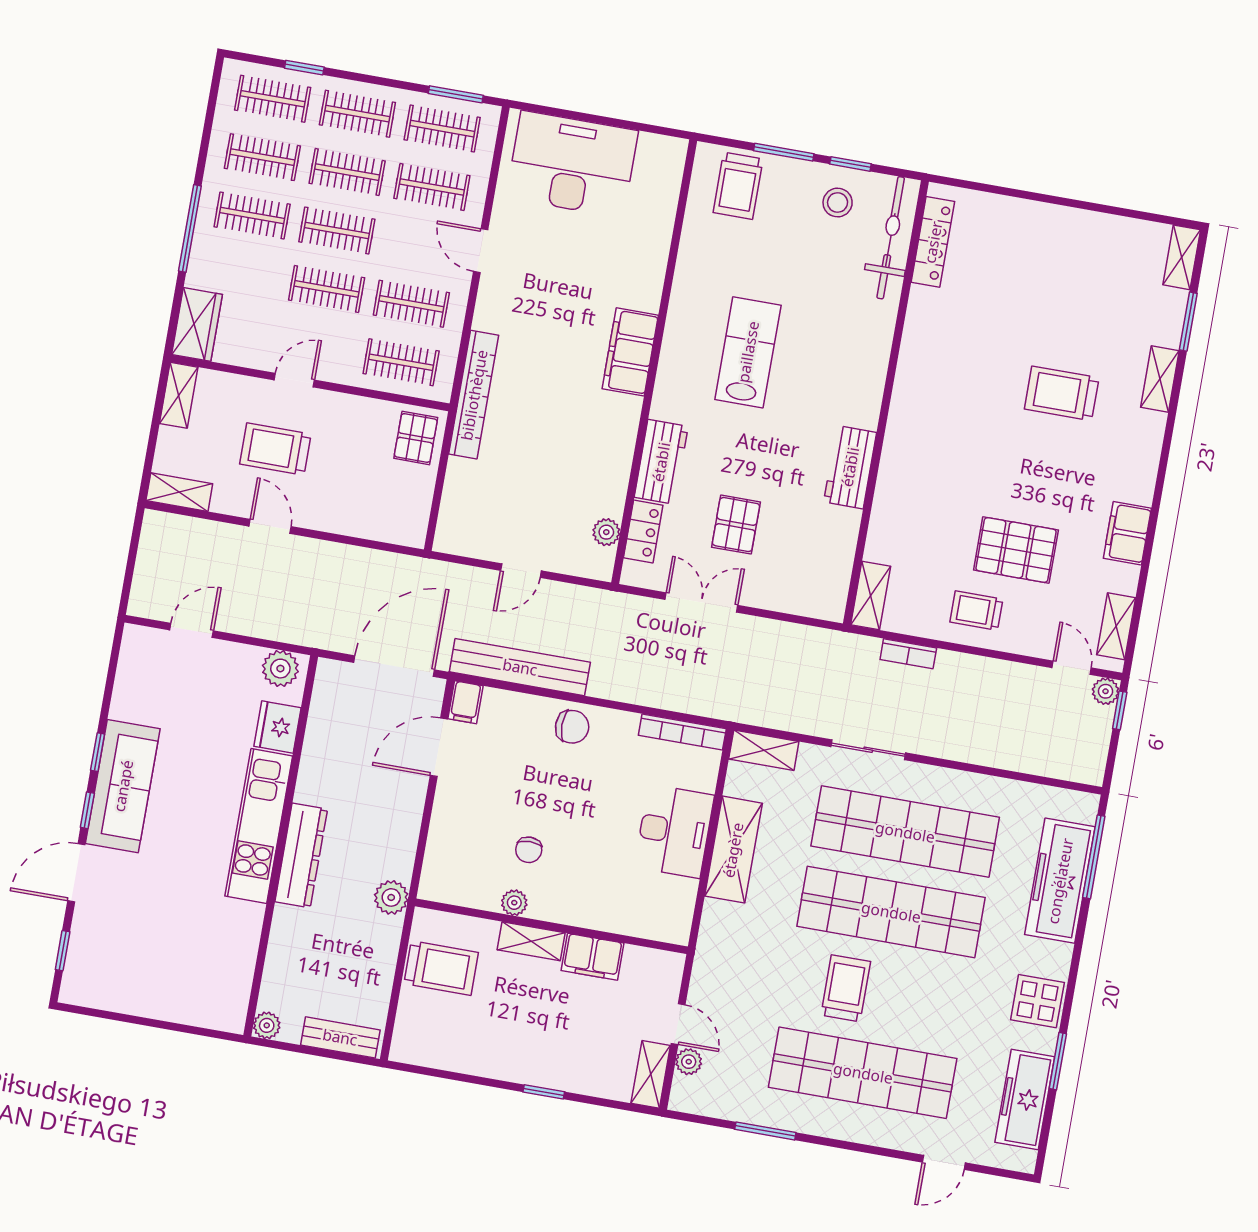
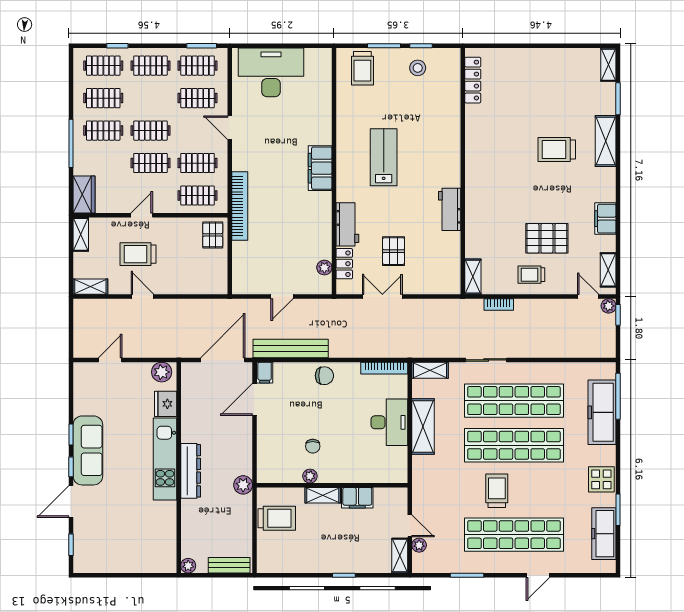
clothes rail: (347, 172) -> (150, 98), removed
bicycle: (891, 238) -> (450, 82), removed
shelving: (1160, 379) -> (606, 141), width x1.50, depth x1.33
door: (944, 1162) -> (538, 575), moved

